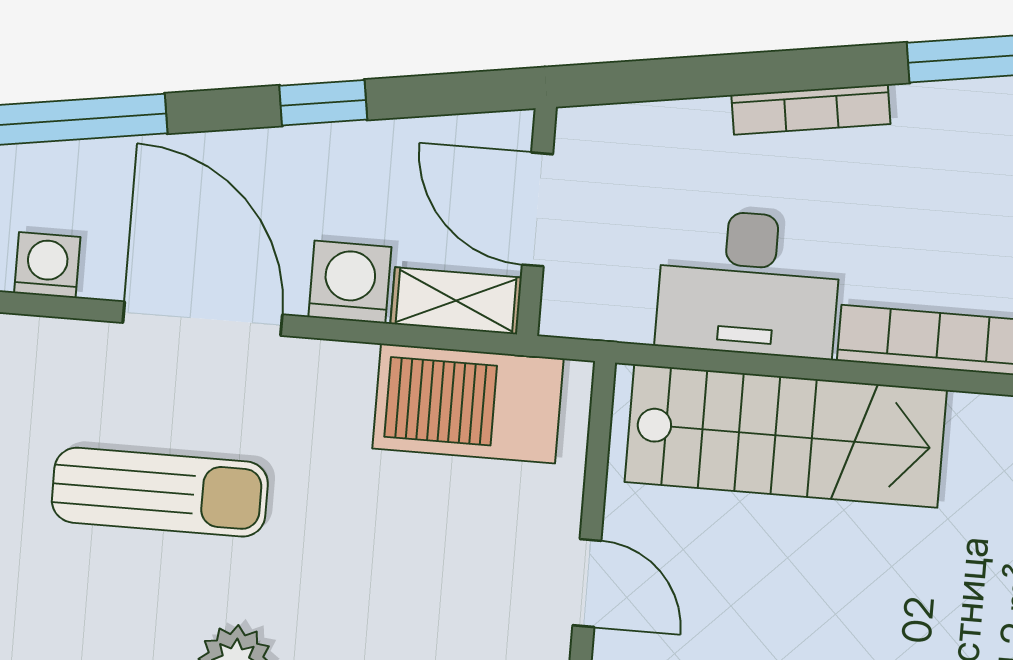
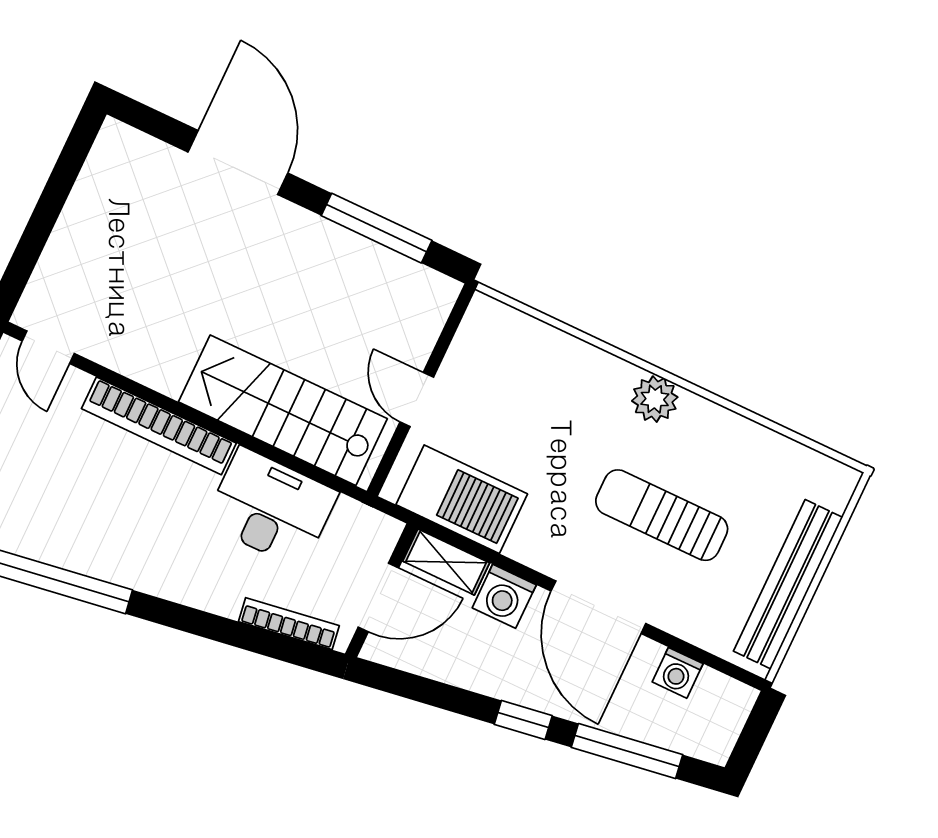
window: (323, 103) -> (523, 720), moved
bookcase: (811, 109) -> (289, 624), moved
door: (537, 209) -> (378, 598), hinge flipped
door: (587, 583) -> (417, 400), moved

